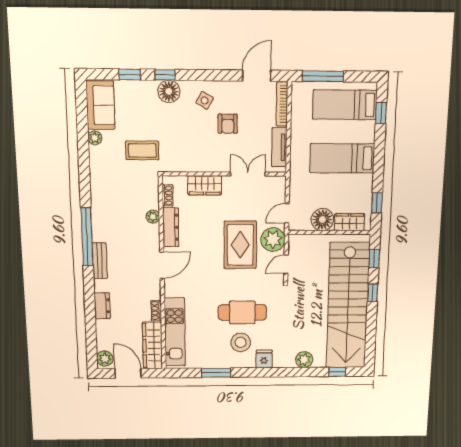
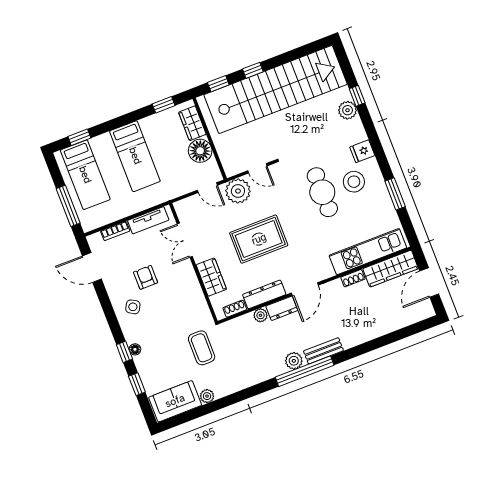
floor lamp: (169, 91) -> (135, 349), width x0.53, depth x0.53
bookcase: (282, 104) -> (115, 231), width x0.64
armchair: (228, 124) -> (146, 277), turned -90
rug: (240, 245) -> (259, 239), moved
door: (162, 265) -> (305, 289), swing flipped
dresser: (102, 306) -> (282, 308), moved, turned 180
plant: (105, 359) -> (294, 361), moved
window: (337, 372) -> (357, 96), moved

